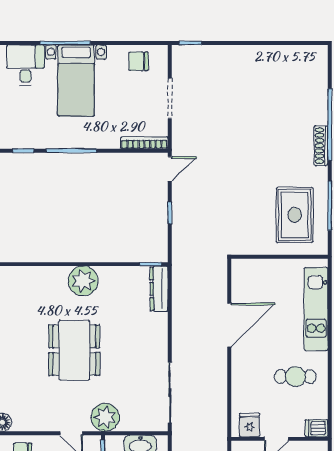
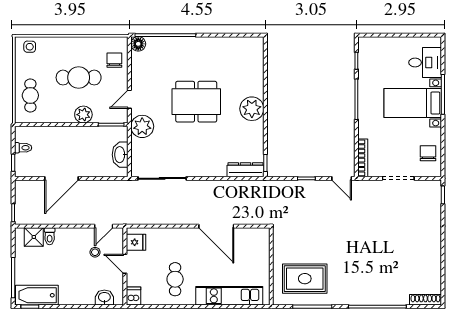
shoe rack: (321, 146) -> (425, 300), moved

